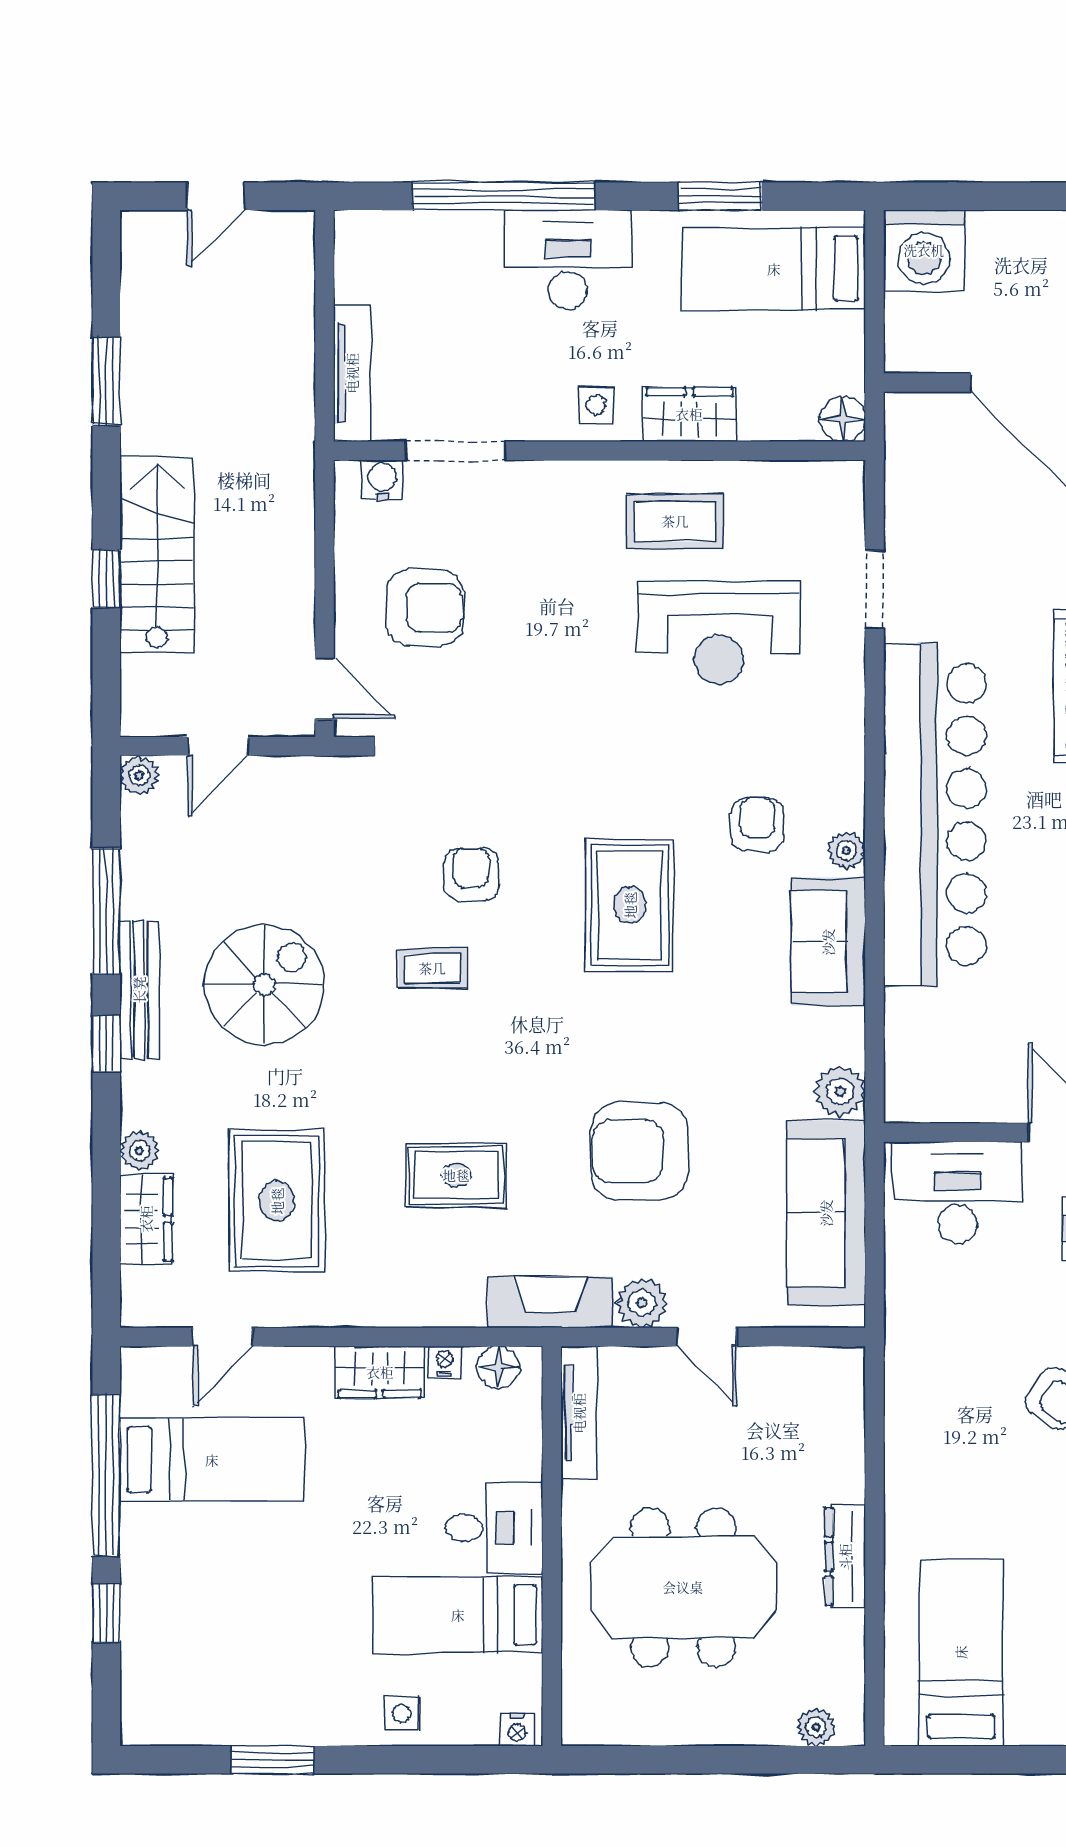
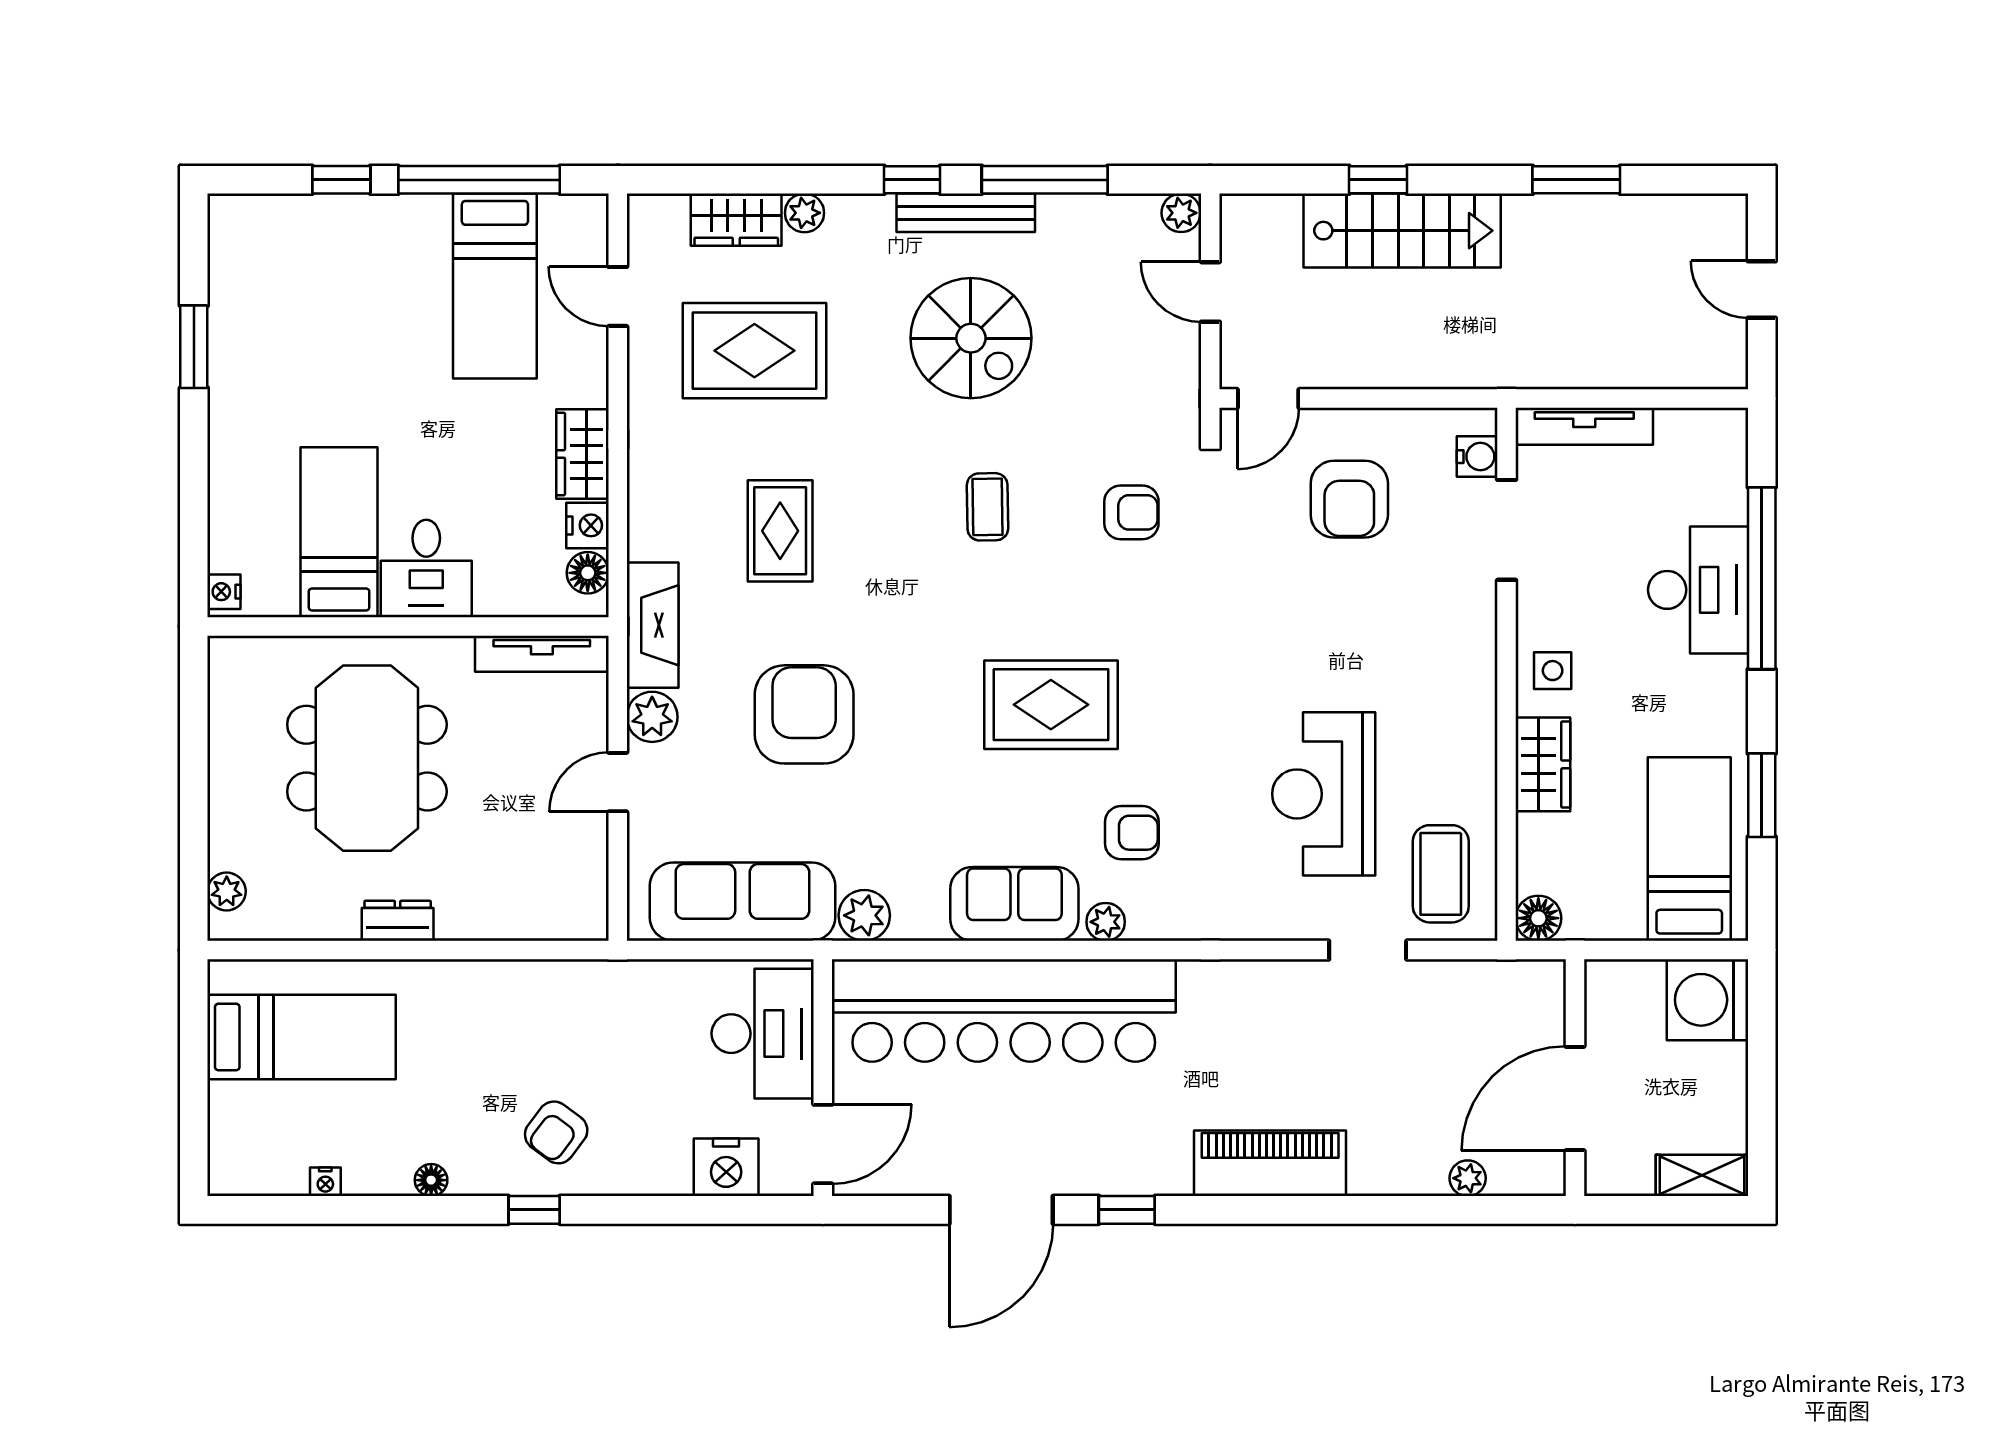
desk: (568, 260) -> (1698, 590), moved
coffee table: (675, 521) -> (1441, 874), moved
bar counter: (935, 815) -> (1004, 1011), moved
armchair: (471, 874) -> (1131, 512), moved
nightstand: (445, 1362) -> (588, 525), width x1.39, depth x1.35
dresser: (845, 1557) -> (398, 921), width x0.70
side table: (401, 1714) -> (240, 476), removed

